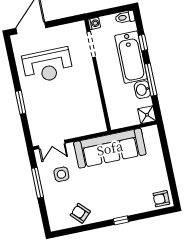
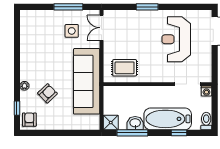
window: (151, 80) -> (132, 133), moved
rug: (88, 112) -> (125, 68), added
plant: (128, 211) -> (24, 86), added
armchair: (80, 213) -> (47, 93), moved
window: (121, 220) -> (17, 108), moved

